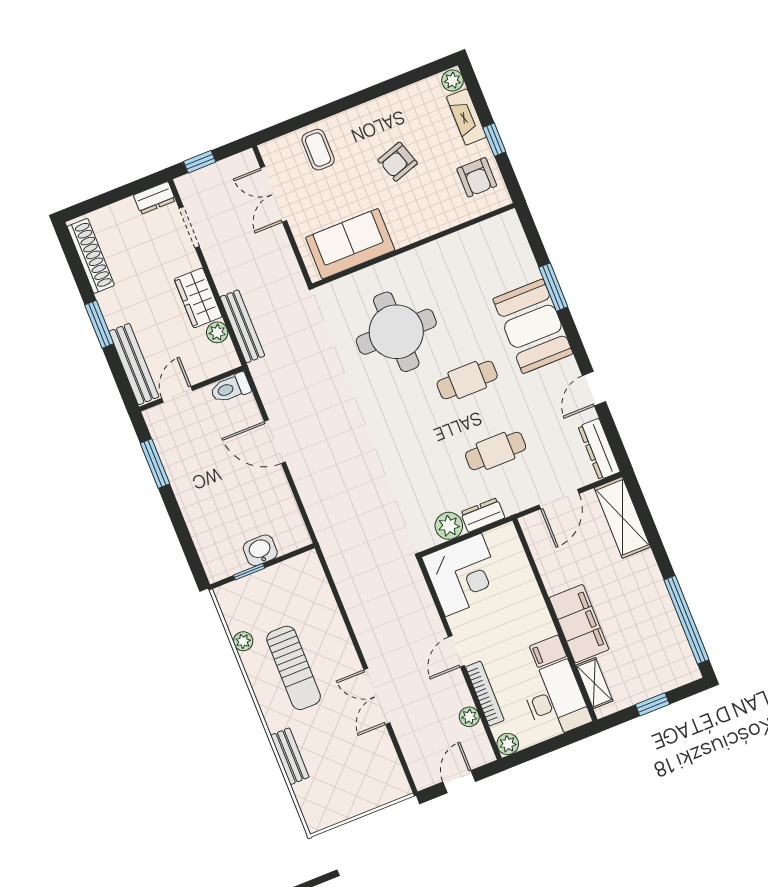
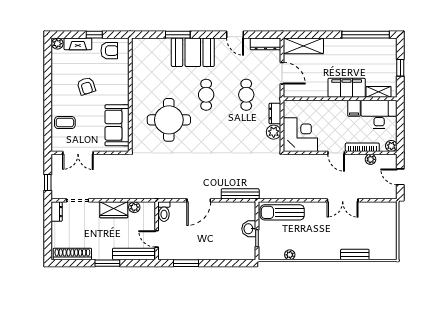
bench: (242, 326) -> (240, 194), moved
sun lounger: (294, 668) -> (282, 212), moved, turned 180

